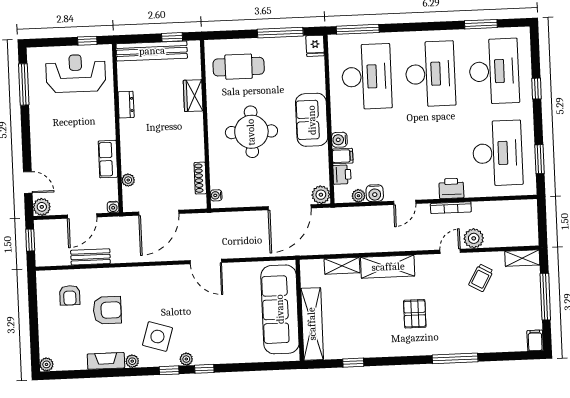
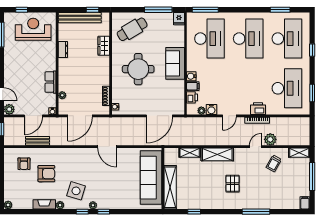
window: (87, 41) -> (22, 10), moved
cafe table: (239, 67) -> (132, 29), turned -31
plant: (321, 195) -> (179, 109), removed

